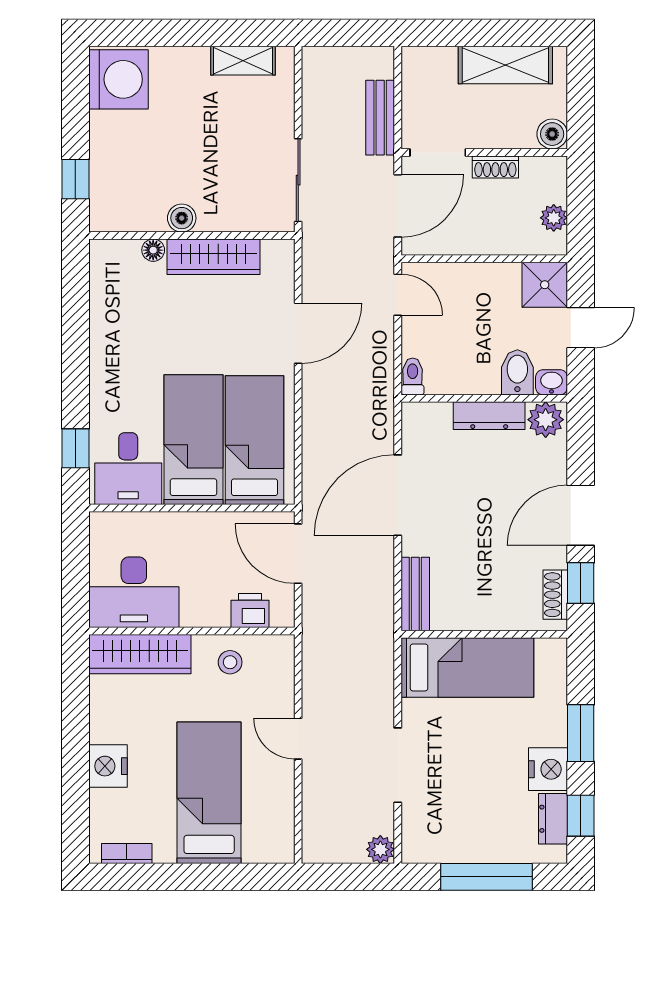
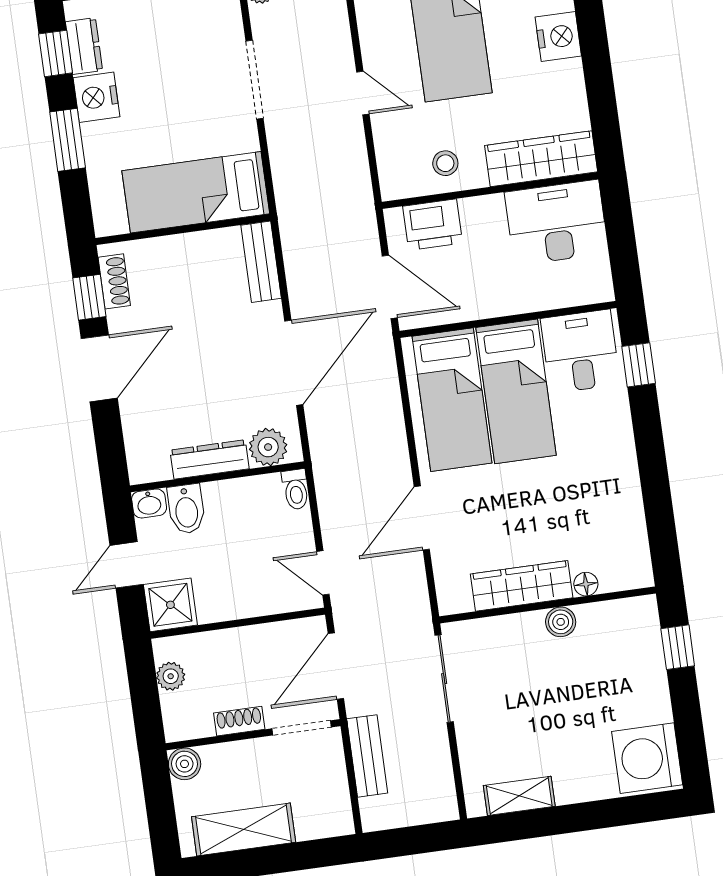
plant: (546, 420) -> (268, 447), moved
printer: (250, 610) -> (433, 225), width x1.36, depth x1.24

